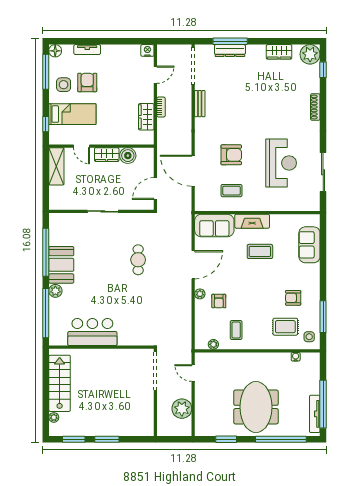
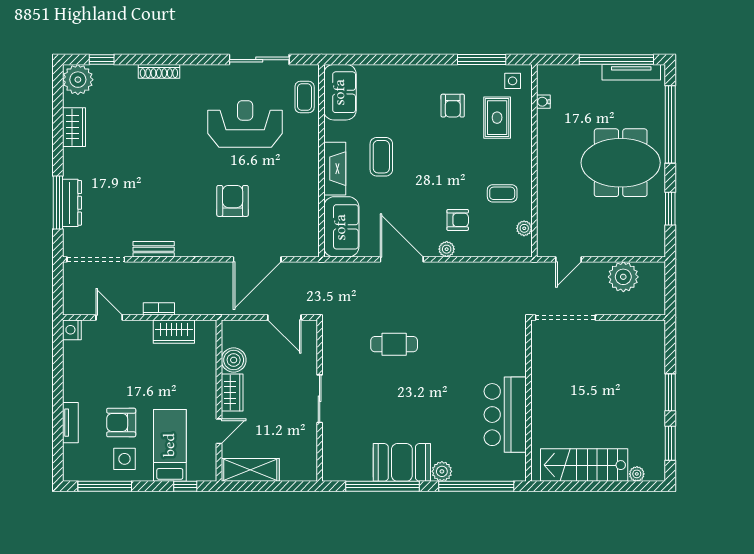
floor lamp: (55, 51) -> (72, 472), removed
coffee table: (231, 191) -> (305, 97), moved
sofa: (309, 245) -> (340, 92), moved, turned -90

